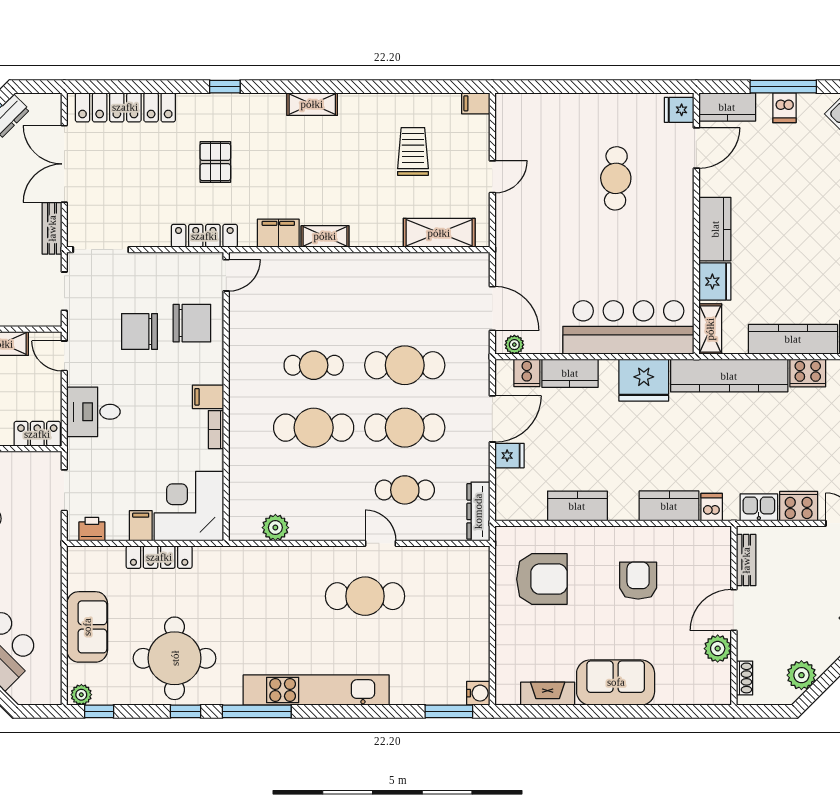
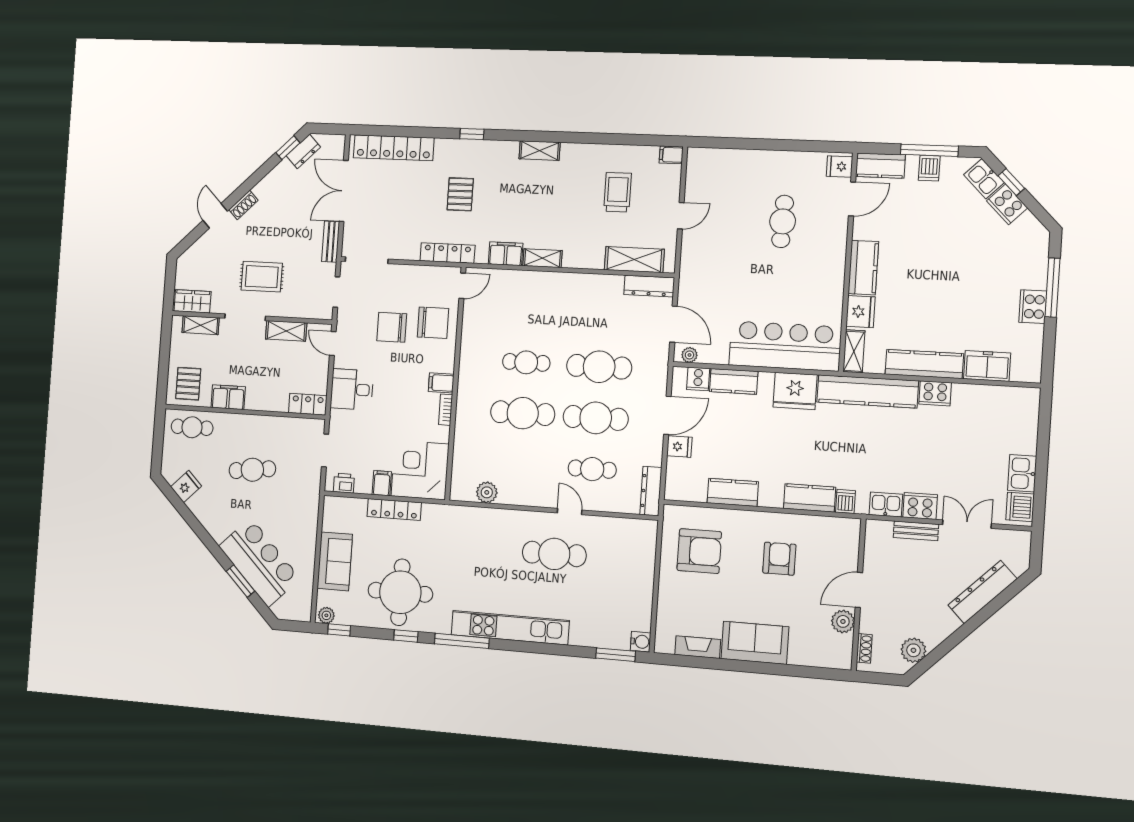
dresser: (459, 264) -> (649, 286), added
bench: (746, 560) -> (916, 531), moved, turned 90

